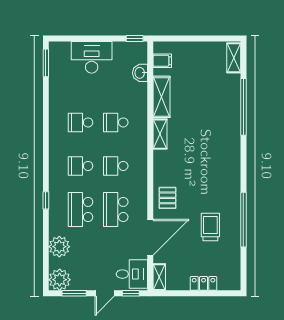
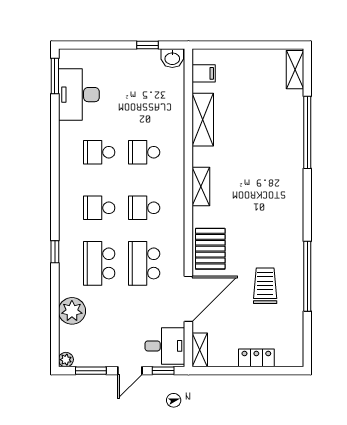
window: (135, 39) -> (147, 45), moved
desk: (92, 57) -> (79, 95), moved, turned -90
washbasin: (140, 73) -> (172, 58), moved, turned -90
shelving: (160, 134) -> (201, 187), moved
pallet: (167, 198) -> (210, 249), width x1.50, depth x1.42
plant: (60, 280) -> (66, 360), width x0.53, depth x0.53

